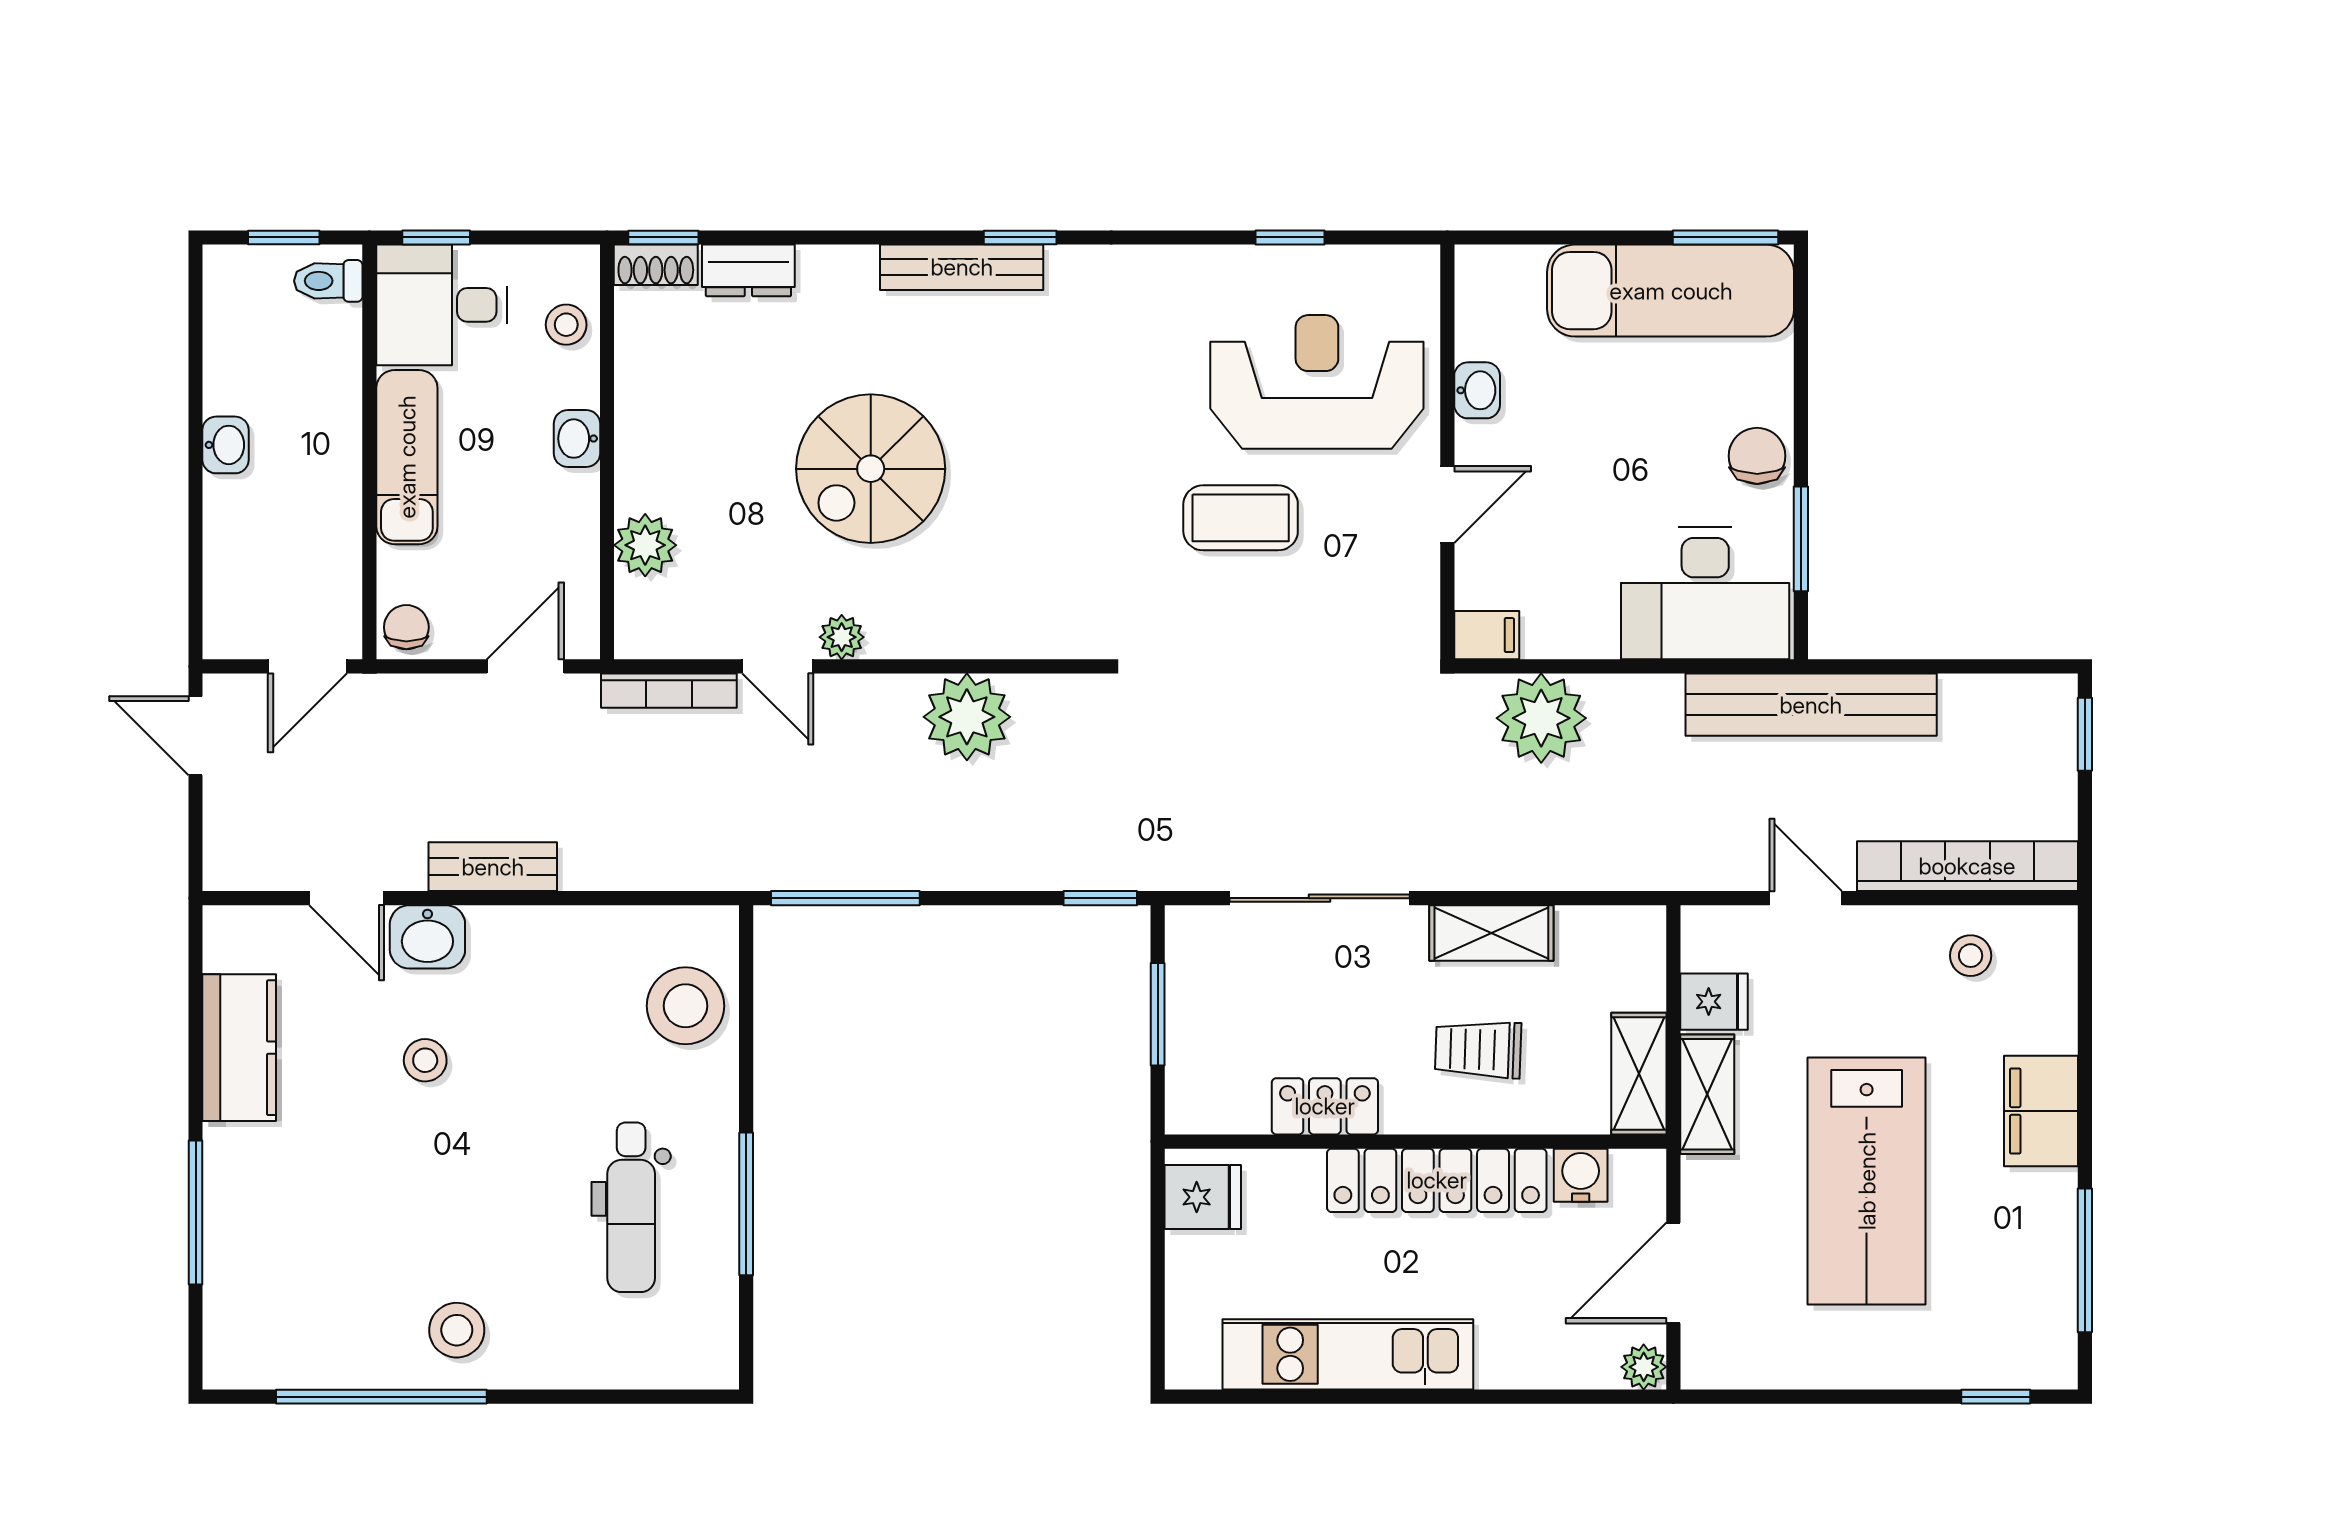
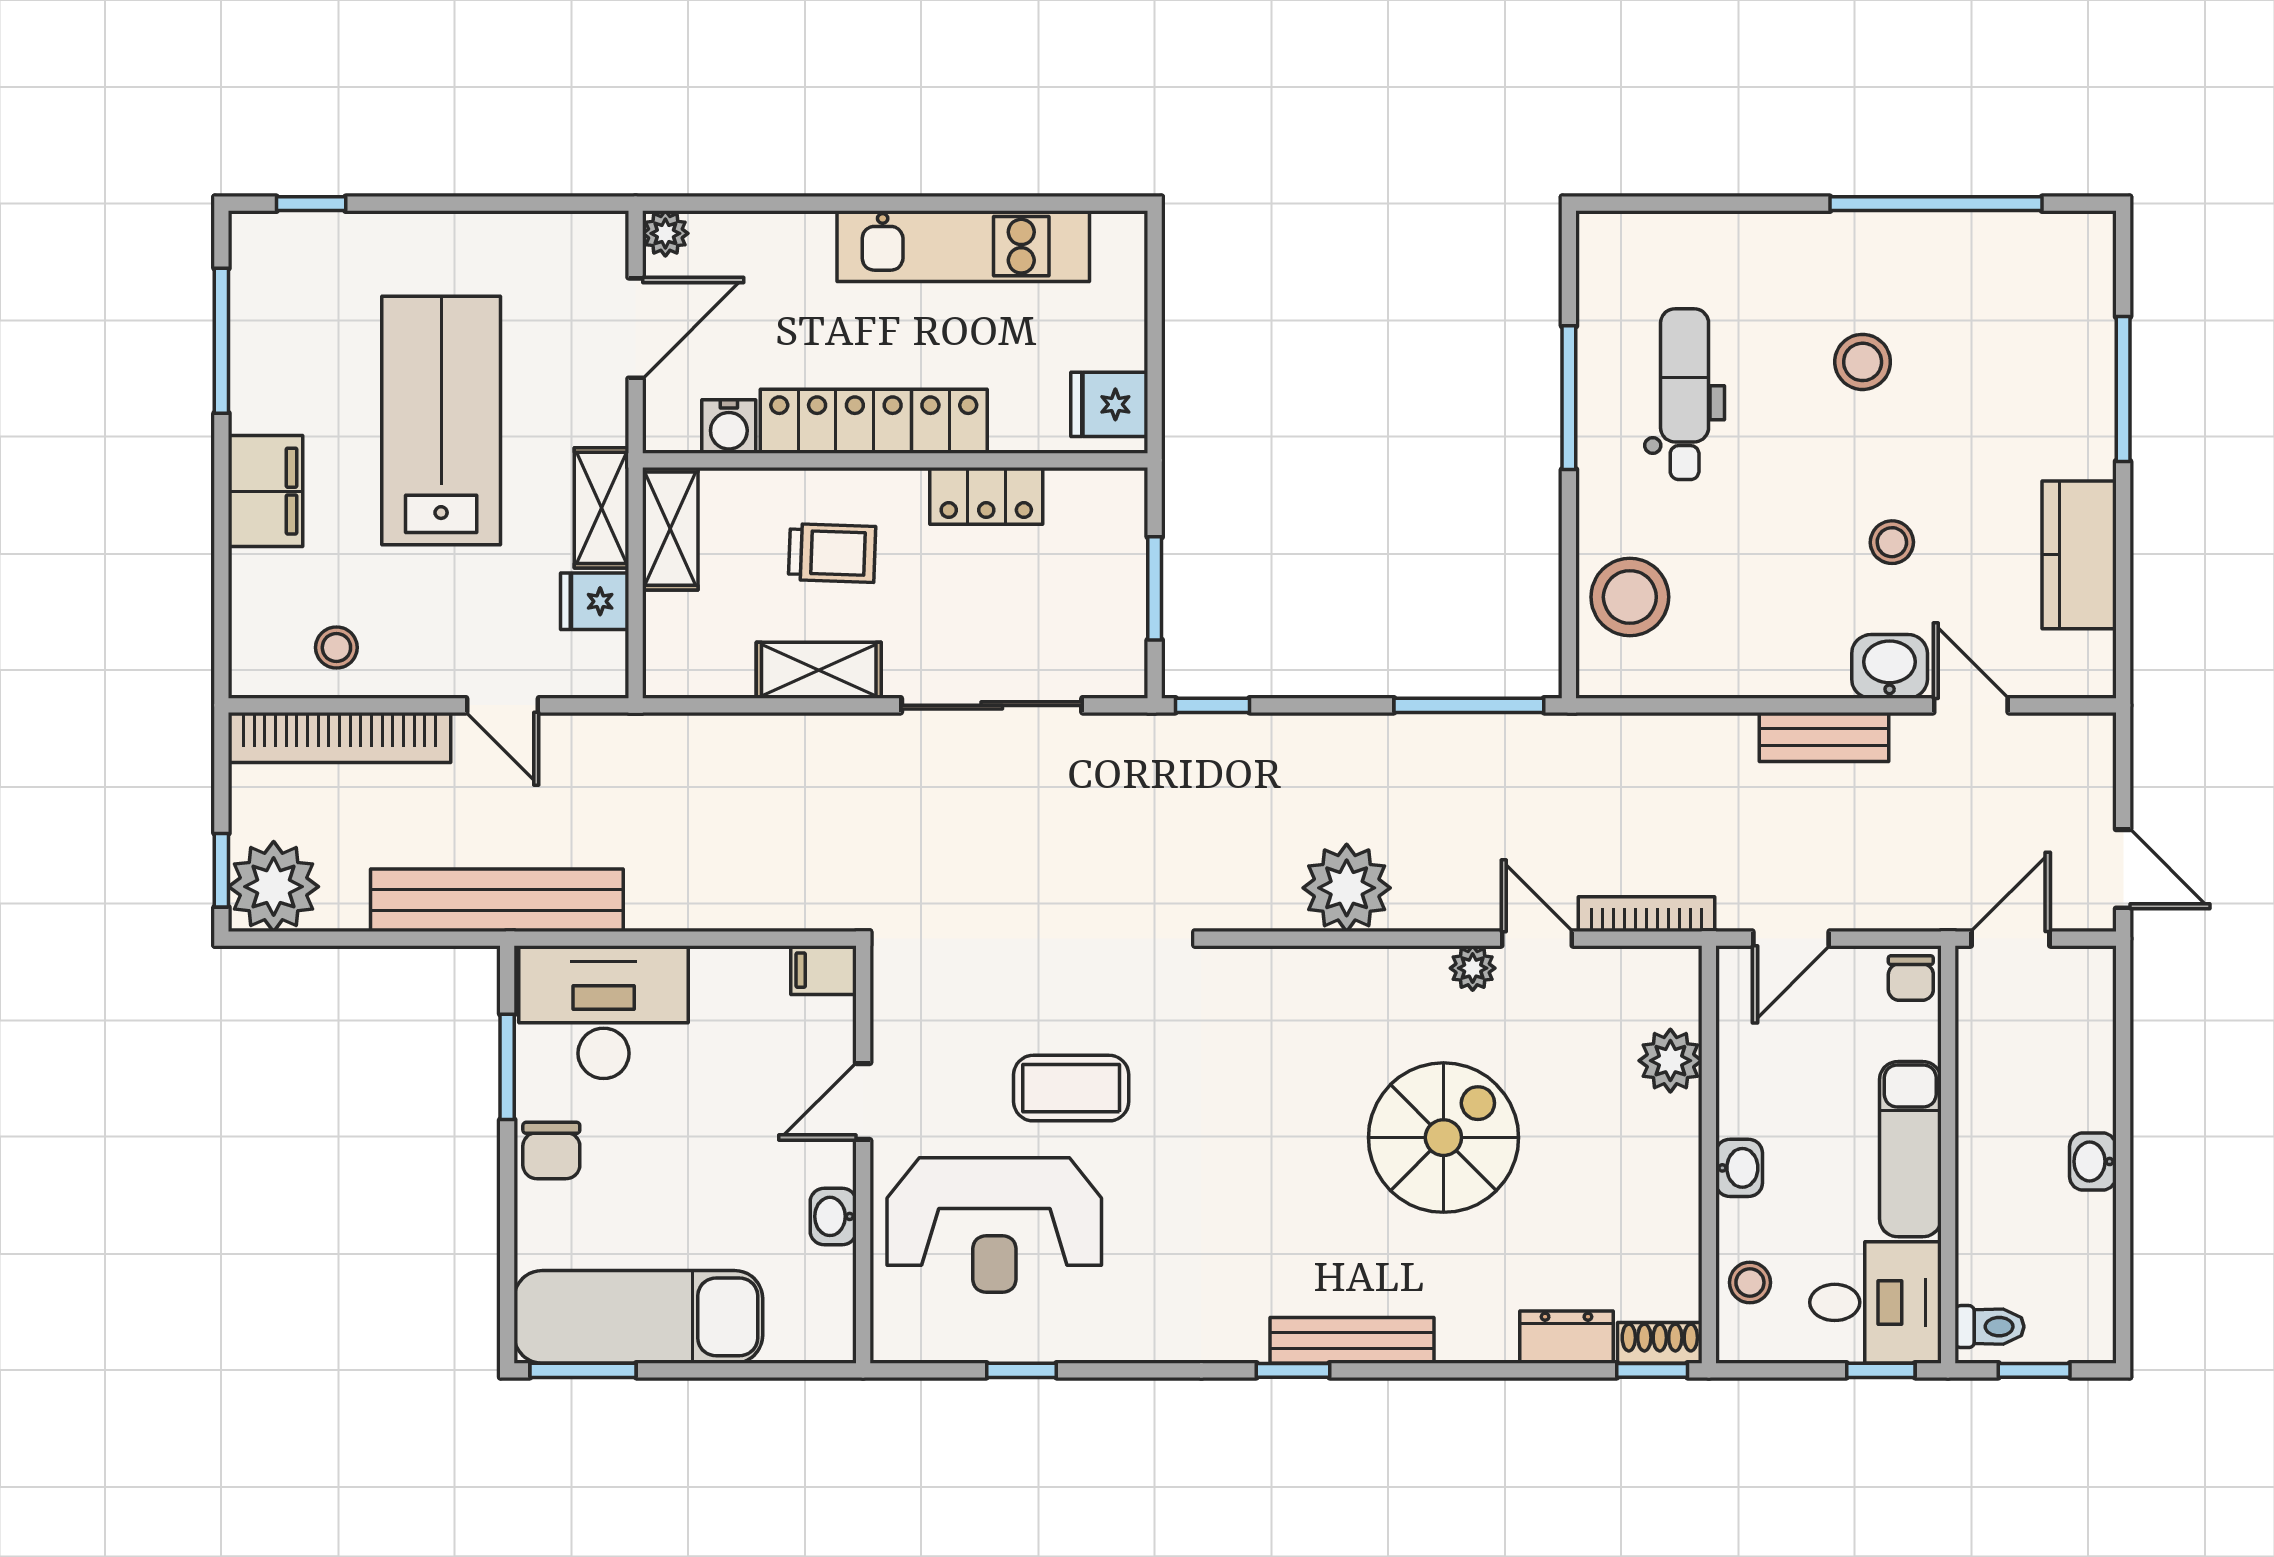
plant: (1541, 718) -> (274, 887), moved
stool: (457, 1330) -> (1863, 362), moved

